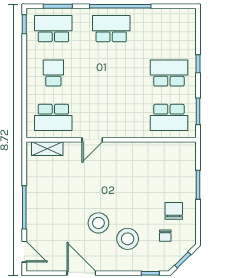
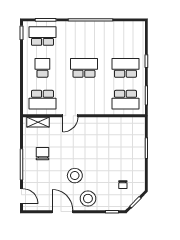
school desk: (111, 29) -> (84, 68), moved
chair: (174, 211) -> (43, 154), moved
stool: (128, 239) -> (88, 199), moved

